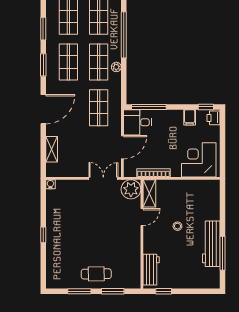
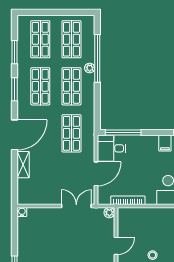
plant: (116, 67) -> (90, 68), moved
shelving: (52, 149) -> (23, 165), moved
plant: (131, 189) -> (109, 213), width x0.53, depth x0.53
shelving: (149, 193) -> (124, 221), removed

